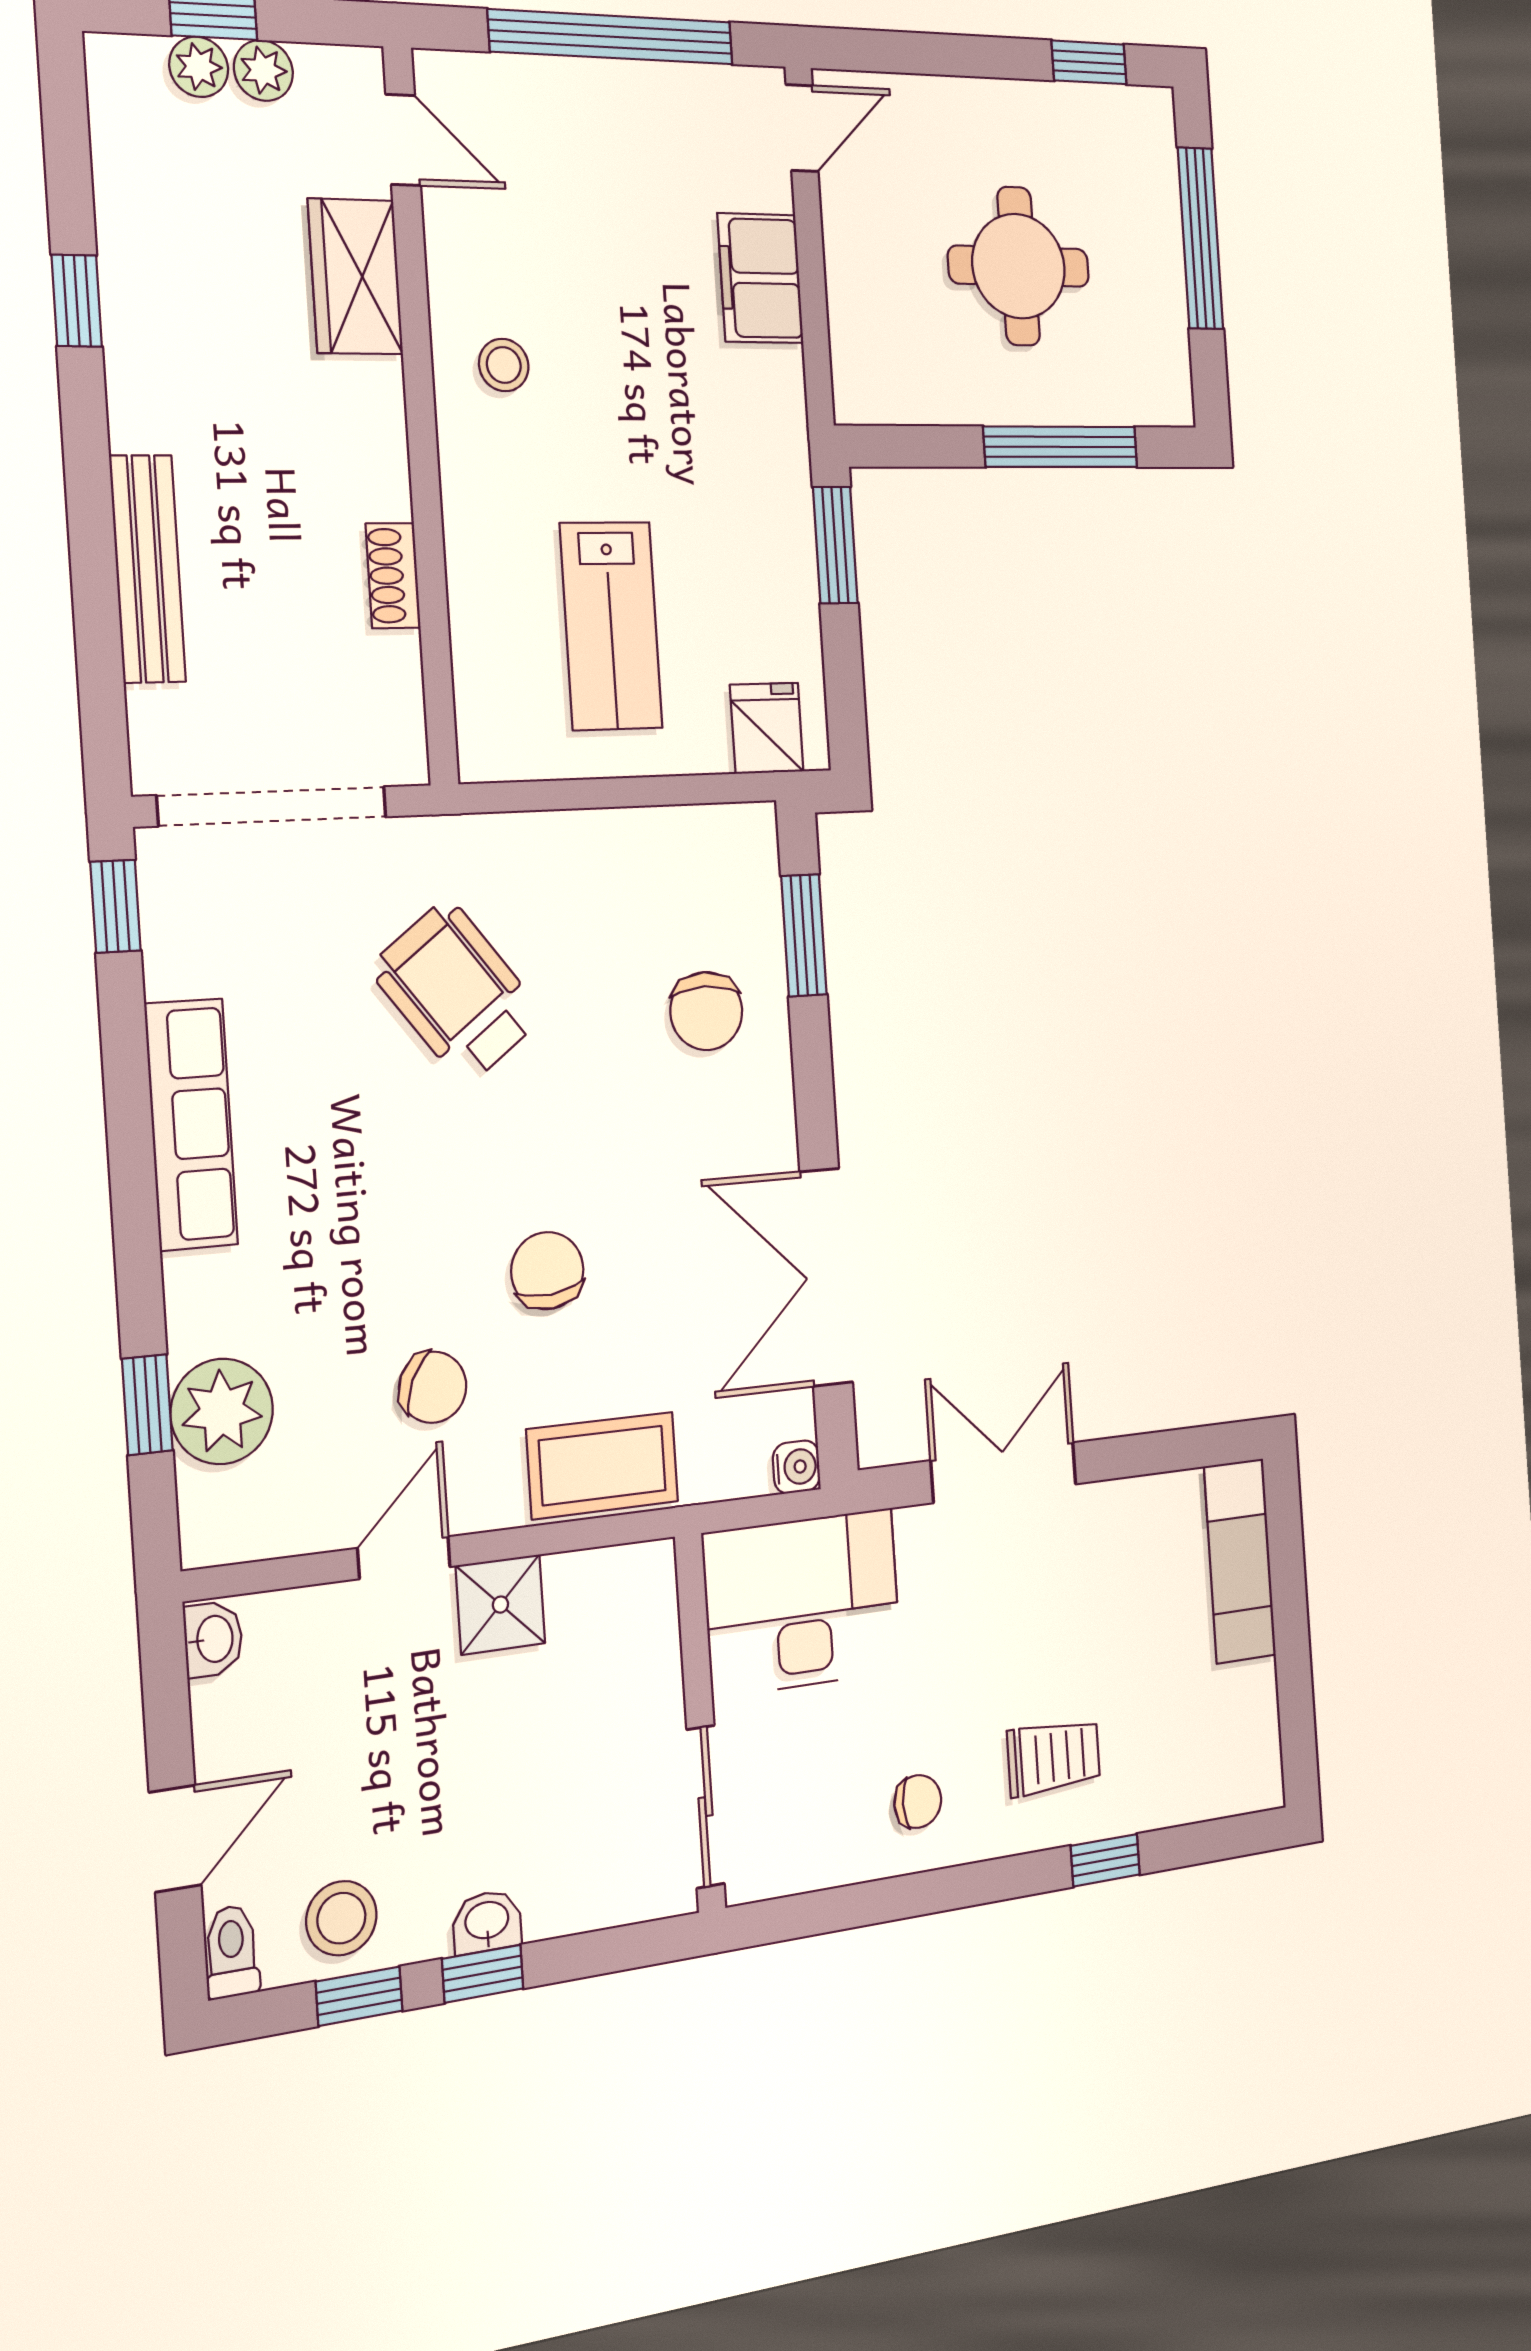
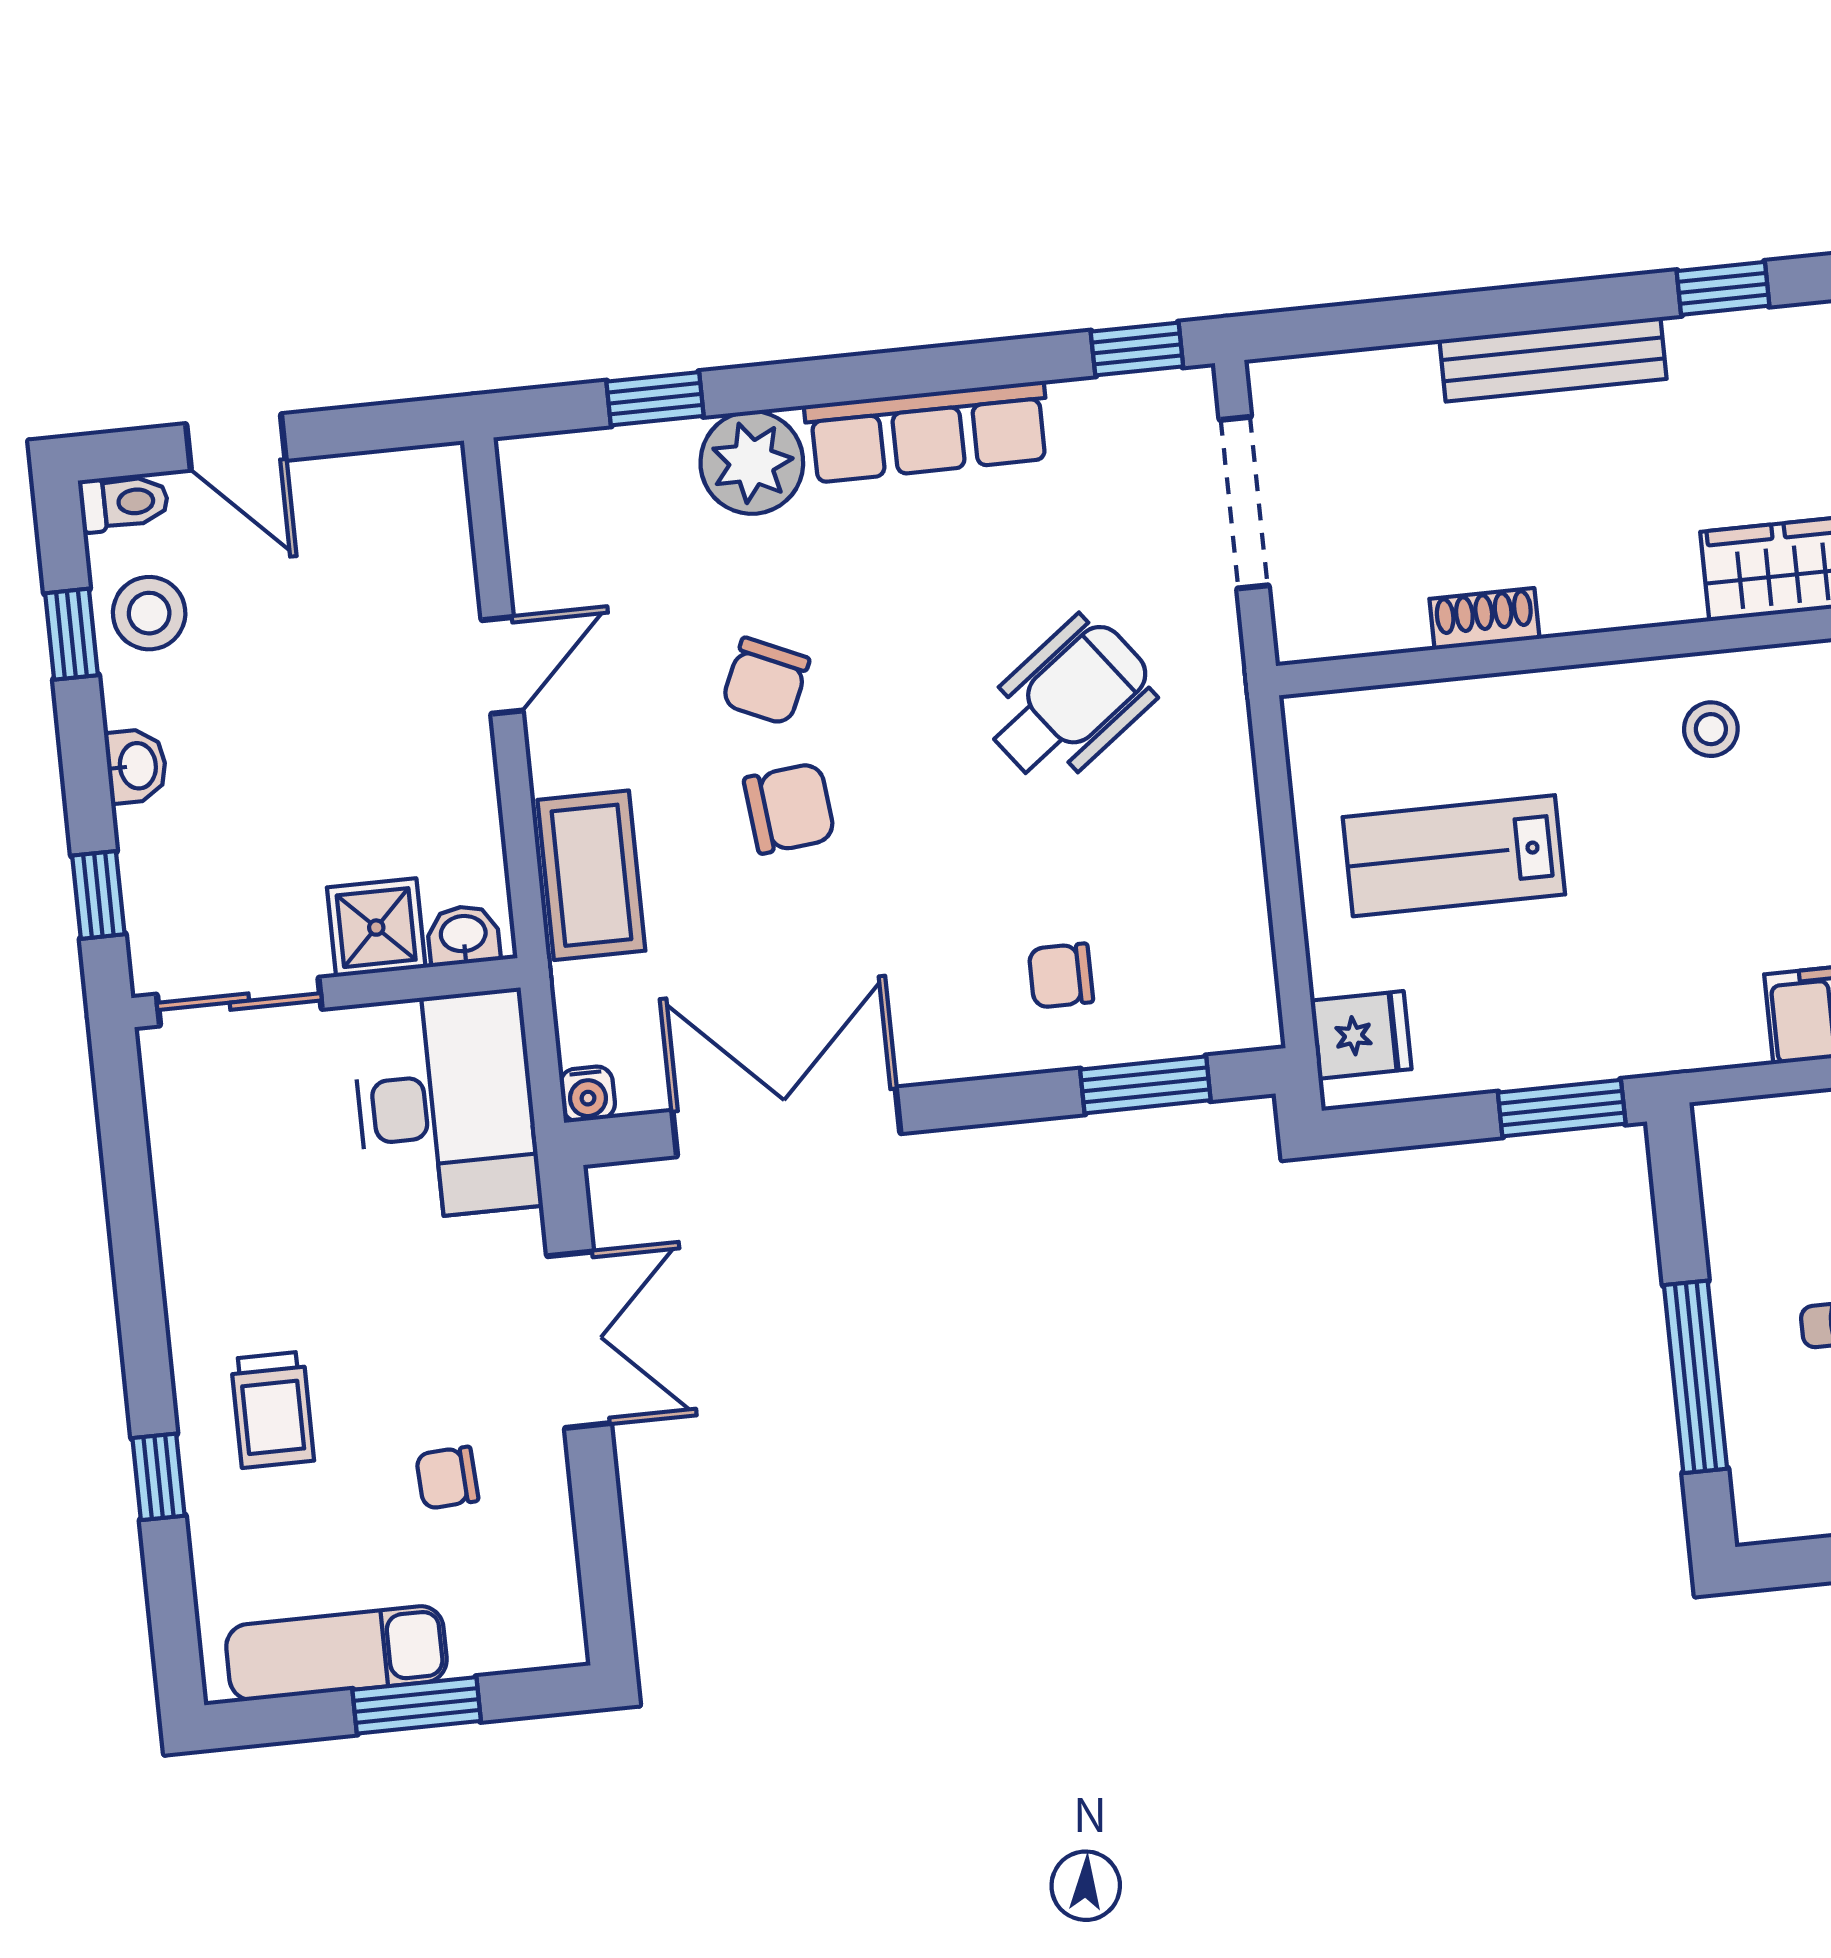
bench: (148, 569) -> (1553, 359), moved
doorway: (273, 806) -> (1244, 503), width x0.73
chair: (706, 1011) -> (1061, 976), width x0.73, depth x0.73
chair: (433, 1387) -> (766, 681), moved
plant: (222, 1411) -> (752, 462), moved
door: (404, 1558) -> (502, 665), hinge flipped
exam couch: (1240, 1561) -> (336, 1653), moved
shower: (500, 1605) -> (376, 928), moved
window: (1290, 1615) -> (417, 1705), added
washbasin: (213, 1639) -> (463, 935), moved, turned 180
chair: (918, 1802) -> (447, 1478), moved, turned 87
window: (483, 1974) -> (98, 895), moved

